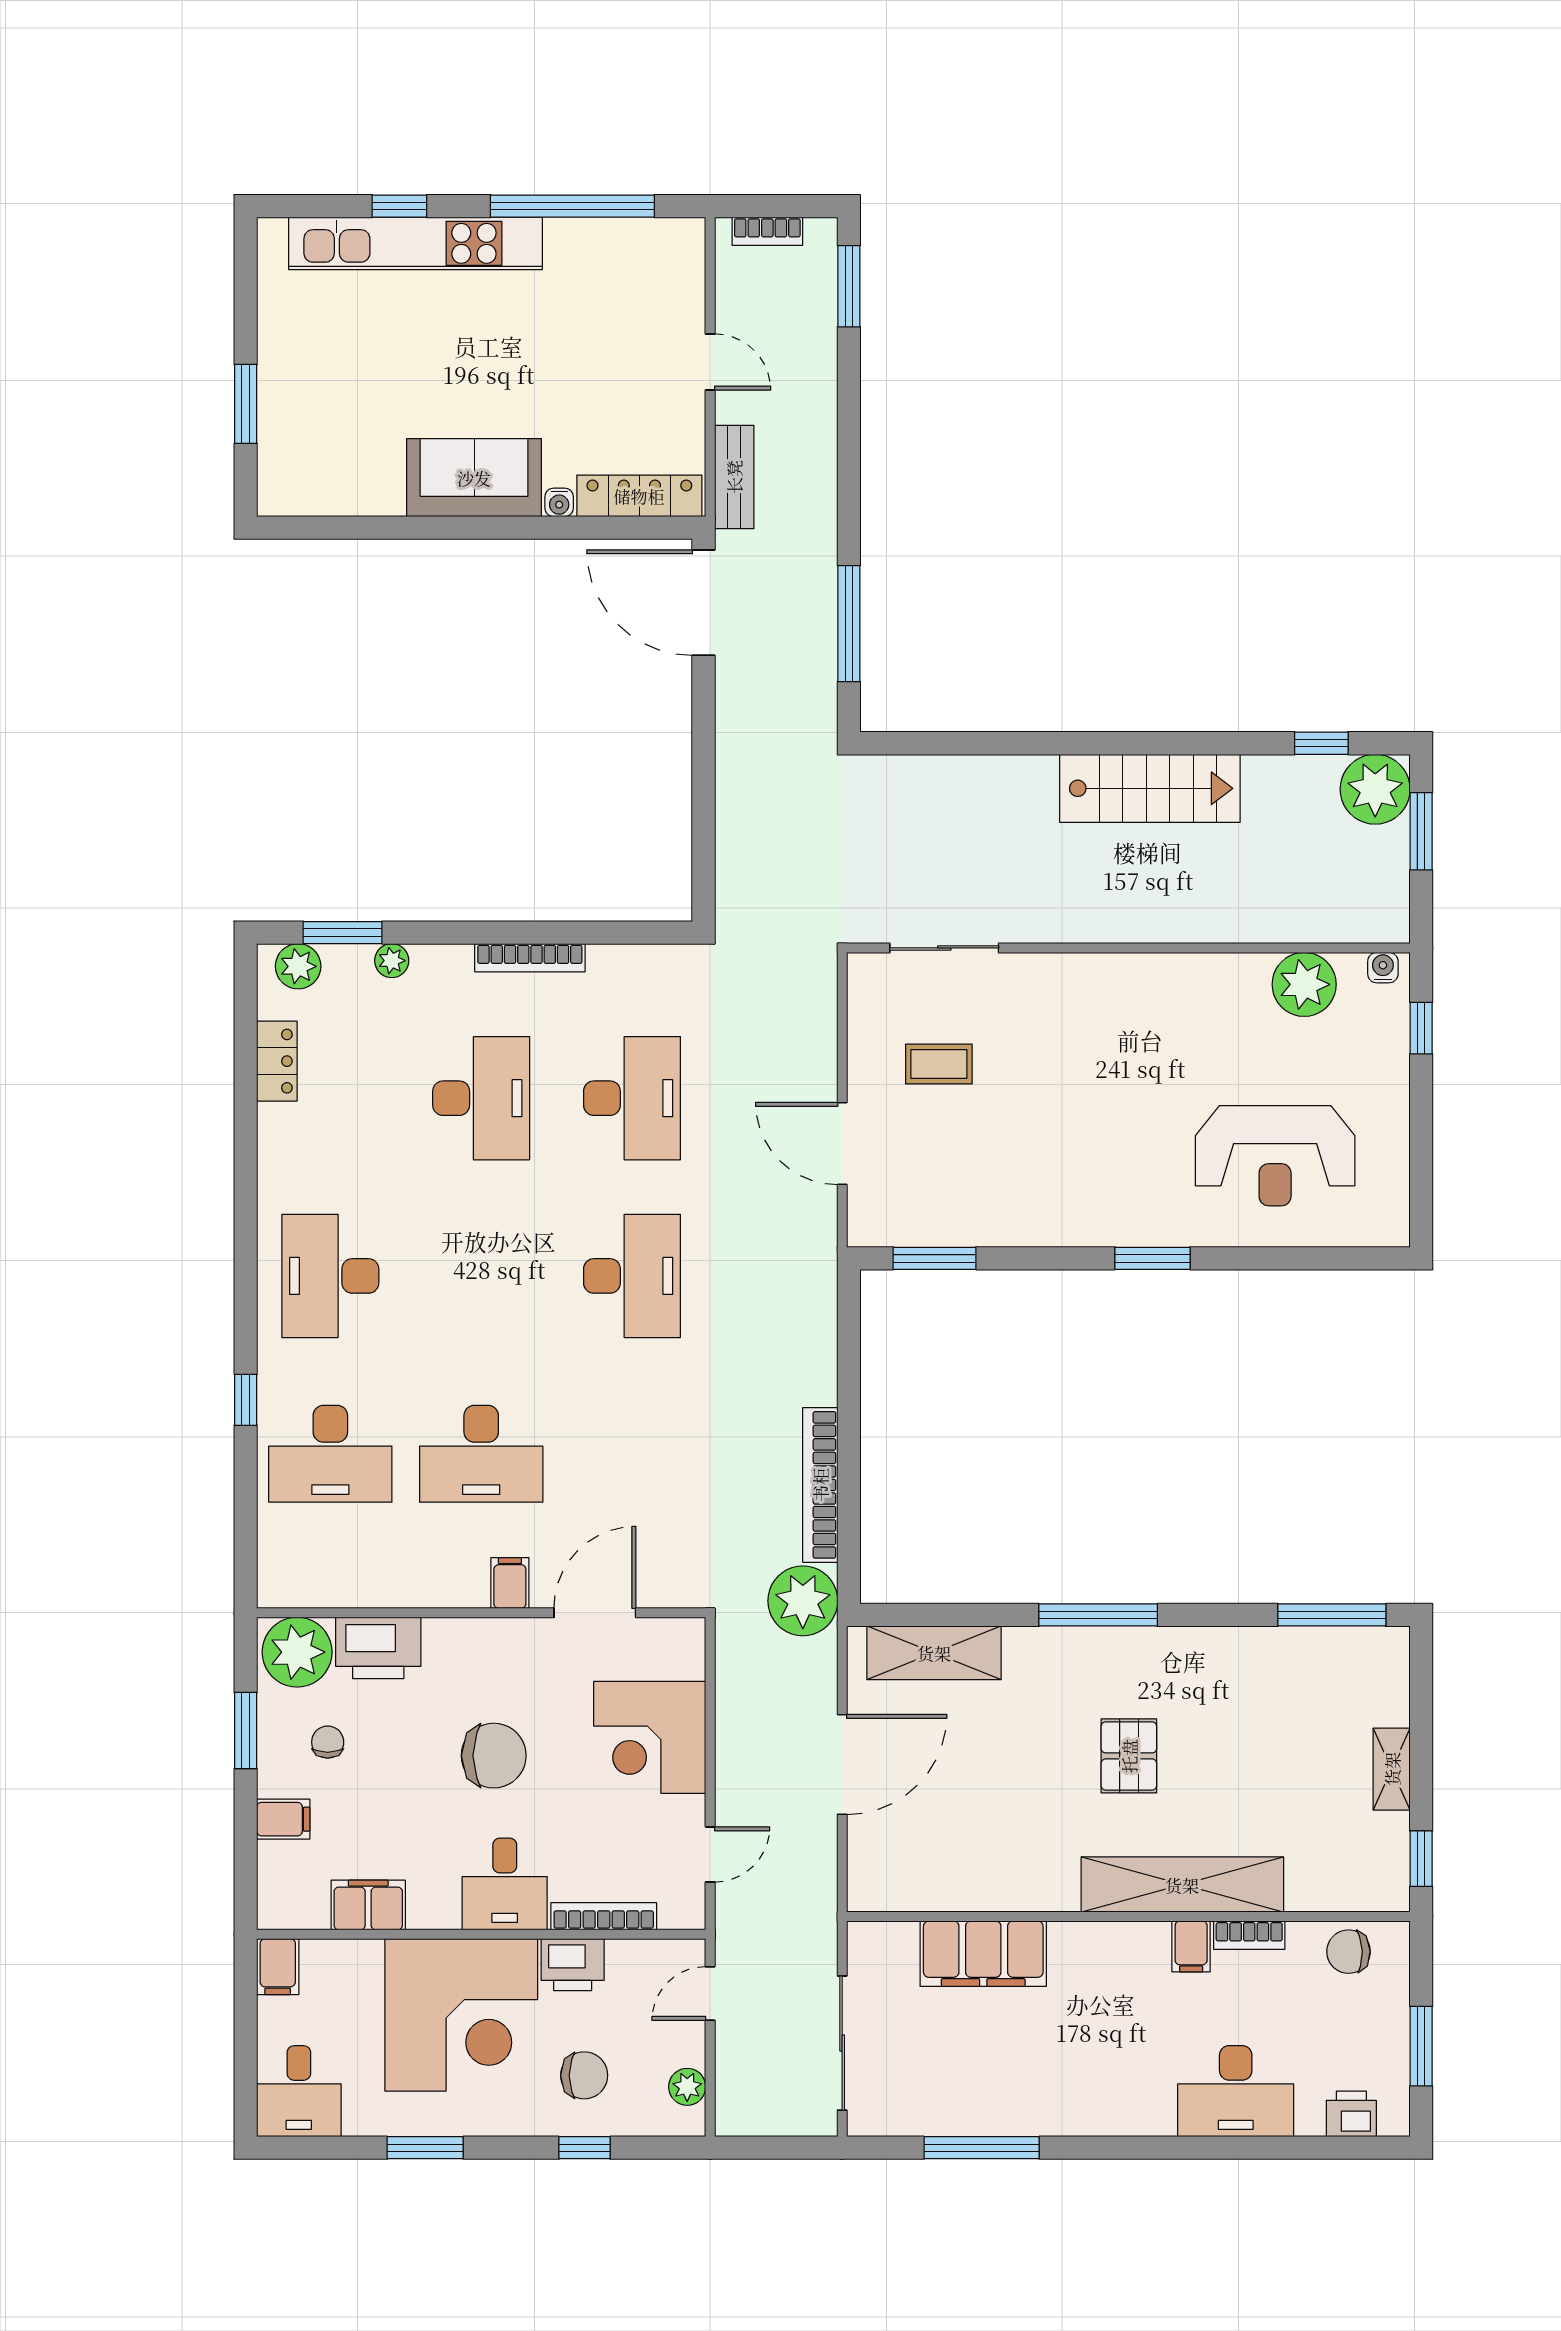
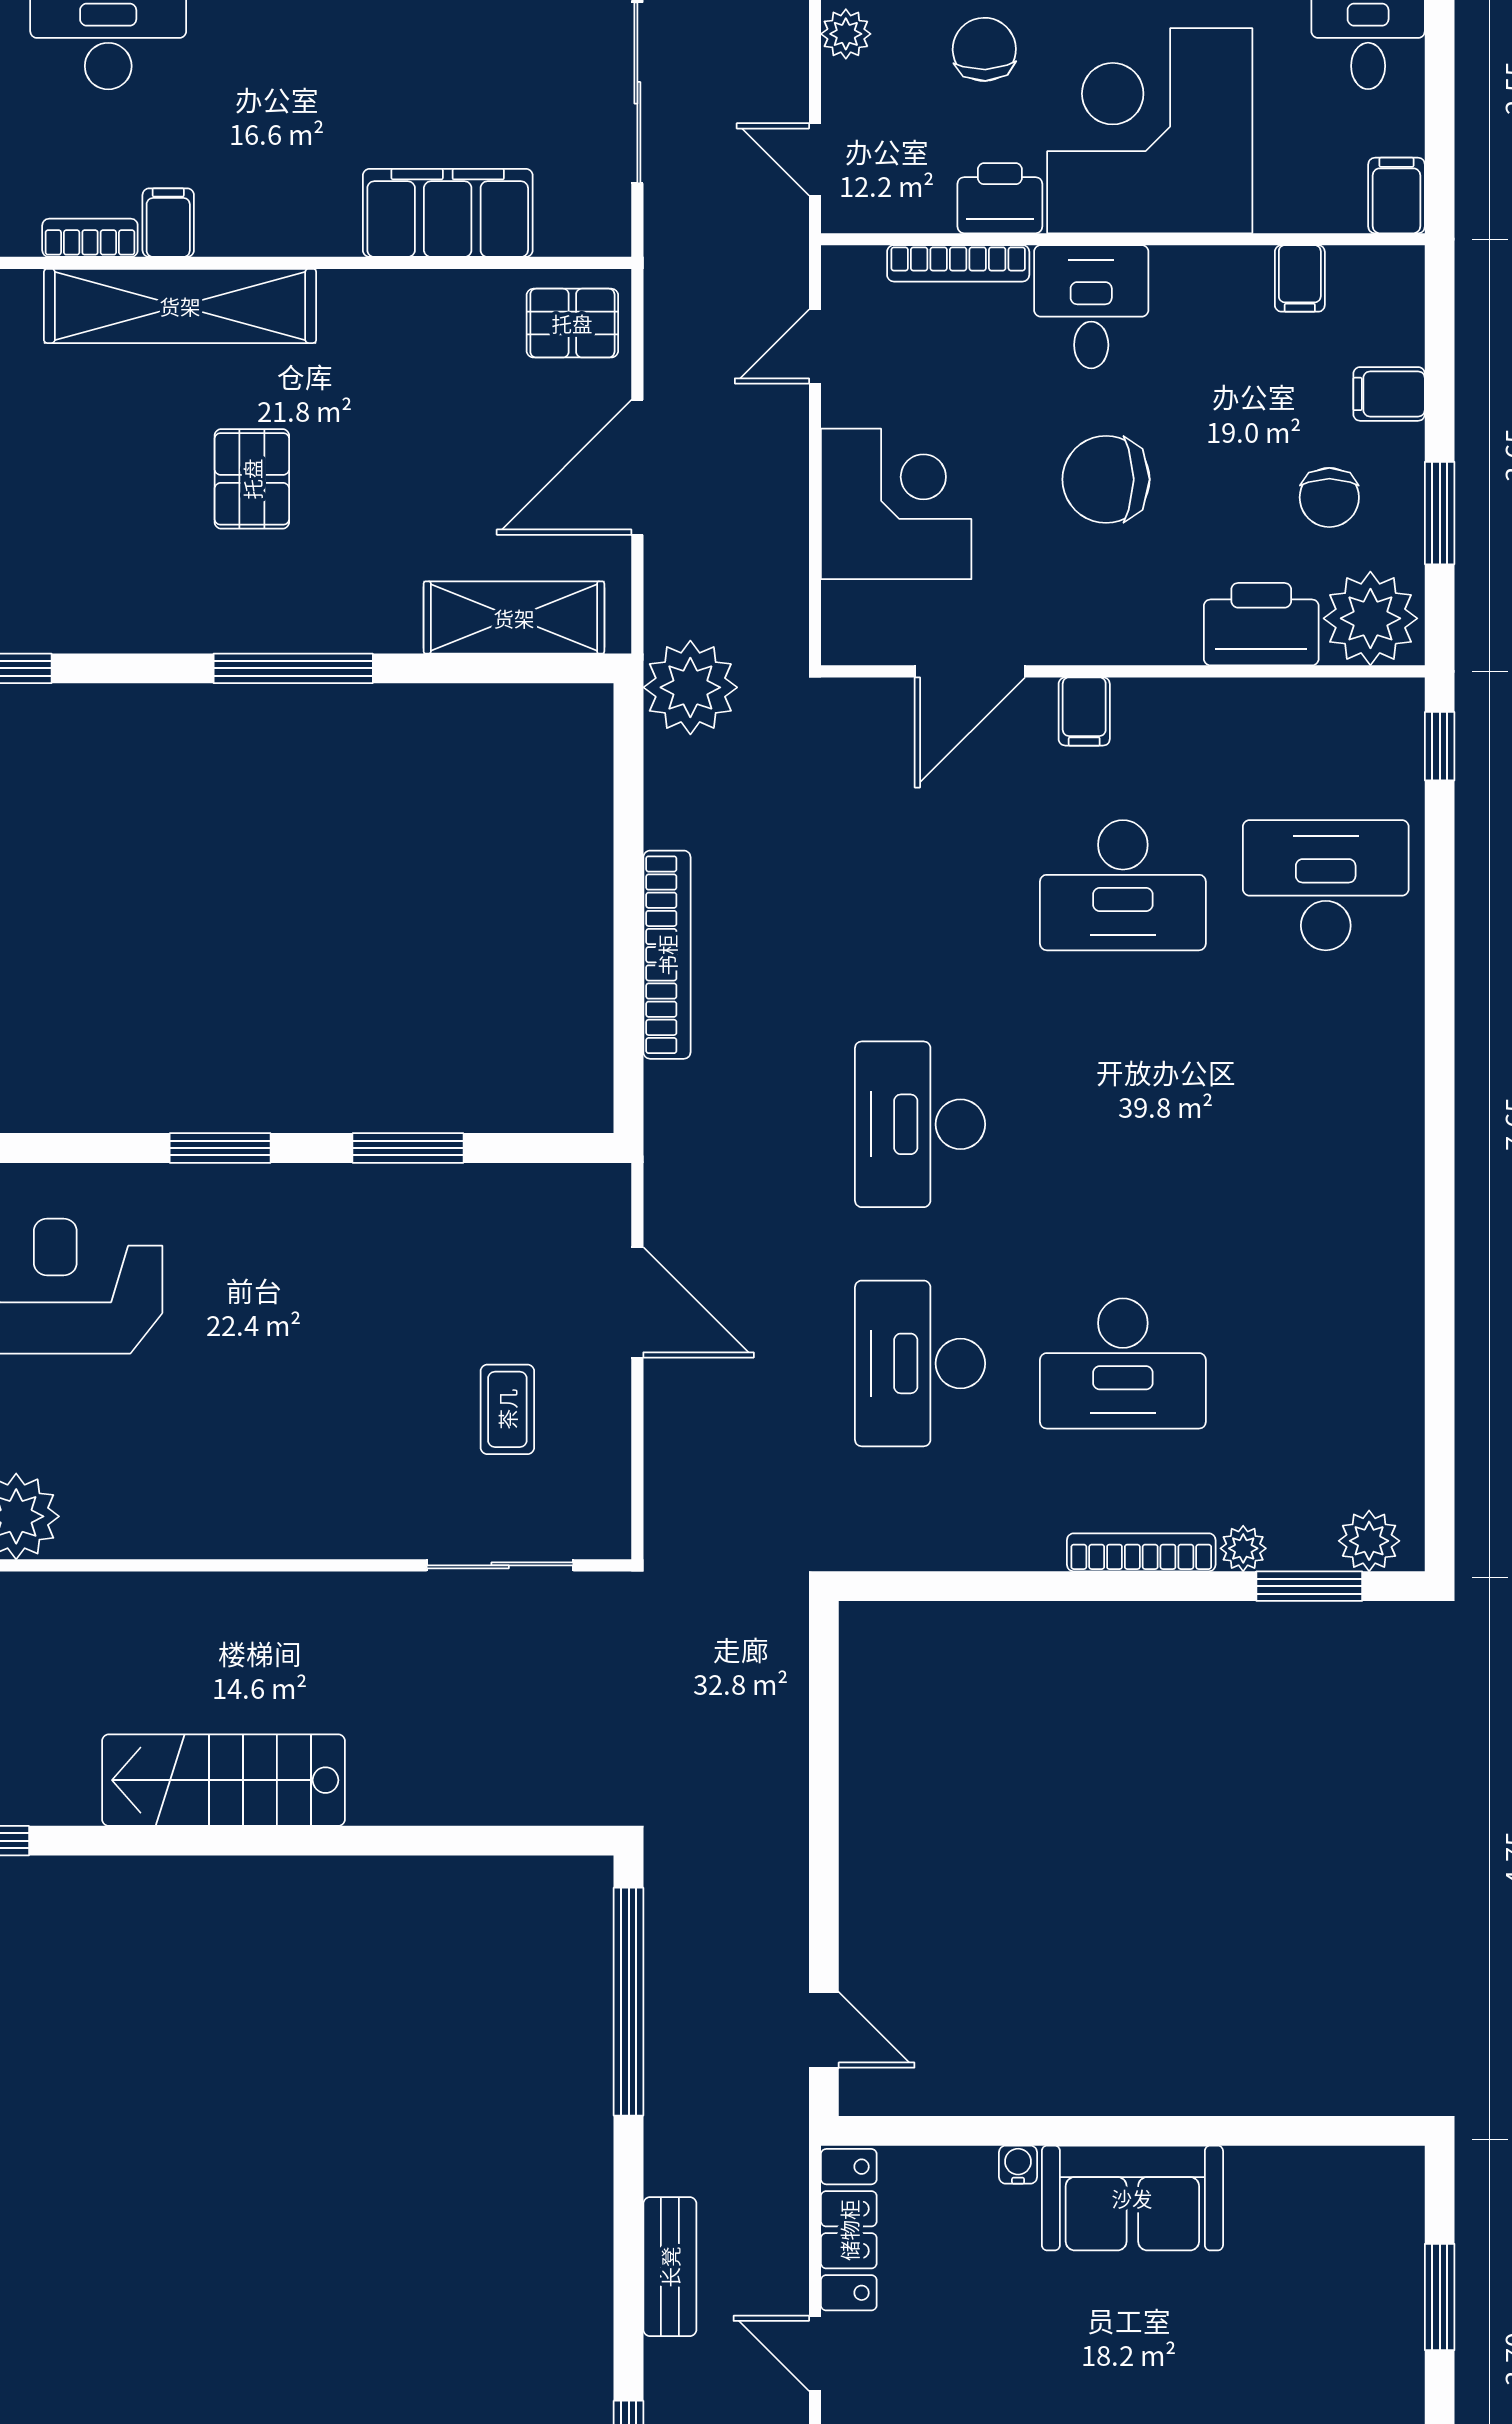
bench: (734, 477) -> (670, 2267), moved
locker: (639, 496) -> (849, 2230), moved, turned -90
door: (704, 603) -> (824, 2030), width x0.53
window: (849, 624) -> (629, 2002), width x1.46
bookcase: (530, 958) -> (1141, 1552), moved
locker: (277, 1061) -> (1398, 1413), removed
coffee table: (939, 1064) -> (507, 1409), turned 90
desk: (481, 1098) -> (1123, 1363), turned -90
window: (935, 1258) -> (408, 1148), moved
desk: (330, 1276) -> (1326, 1124), removed
window: (246, 1400) -> (1440, 746), moved
desk: (481, 1454) -> (1123, 885), turned 180
bookcase: (820, 1485) -> (667, 955), moved
chair: (328, 1742) -> (1329, 497), width x1.37, depth x1.37
pallet: (891, 1872) -> (572, 323), added
filing cabinet: (368, 1905) -> (1300, 278), width x0.50
door: (710, 1993) -> (815, 159), swing flipped
chair: (584, 2075) -> (984, 49), turned 88

